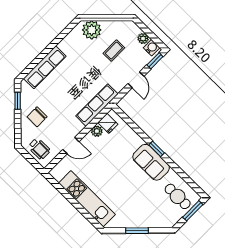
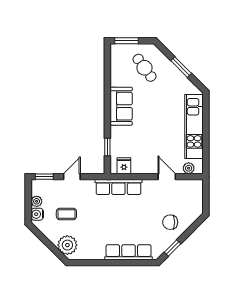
water cooler: (152, 48) -> (37, 214), moved
chair: (37, 117) -> (170, 222), turned 180
plant: (97, 131) -> (189, 168), moved
wheelchair: (39, 149) -> (192, 198), removed
window: (157, 149) -> (107, 147), moved
cafe table: (178, 196) -> (144, 68), moved, turned -36

